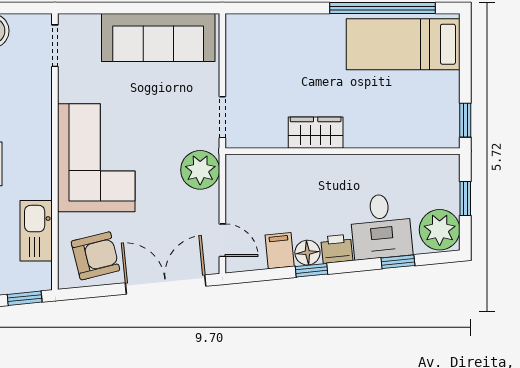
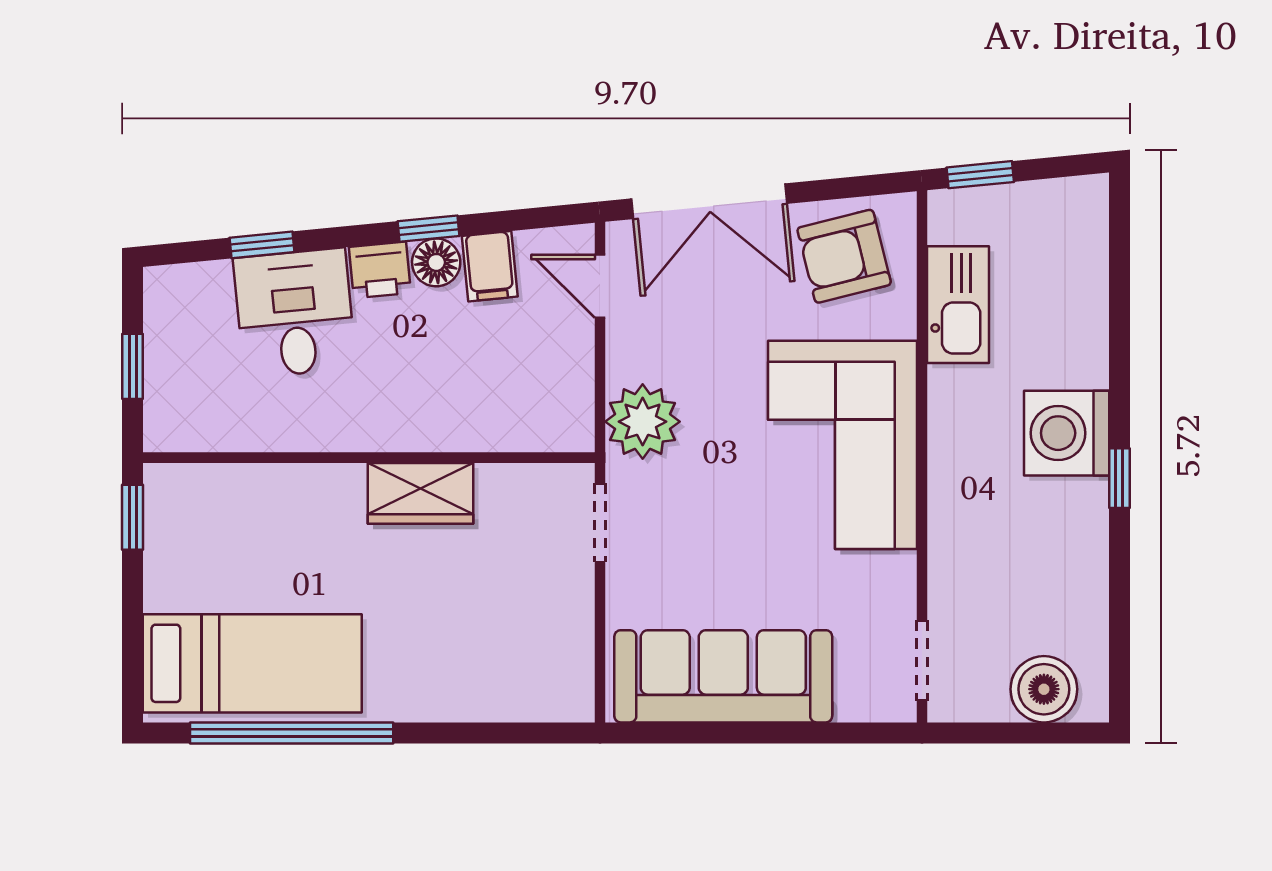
plant: (440, 230) -> (182, 306), removed

